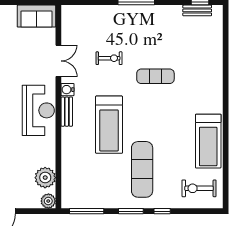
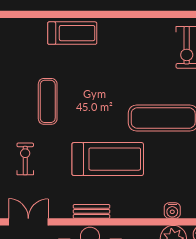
water cooler: (67, 90) -> (172, 211), moved
treadmill: (208, 141) -> (72, 33), moved, width x0.73, depth x0.73

